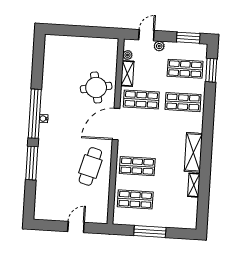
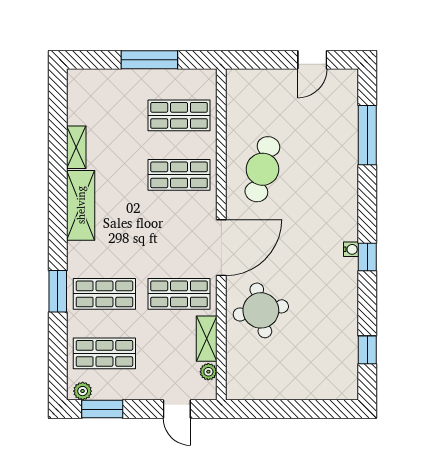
door: (146, 35) -> (177, 409), hinge flipped
plant: (159, 46) -> (83, 391), moved
window: (38, 62) -> (367, 350), added
window: (211, 70) -> (58, 291), moved
window: (35, 114) -> (367, 257), width x0.32
window: (32, 163) -> (367, 135), moved
door: (76, 227) -> (312, 60), moved

